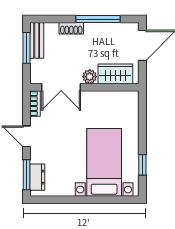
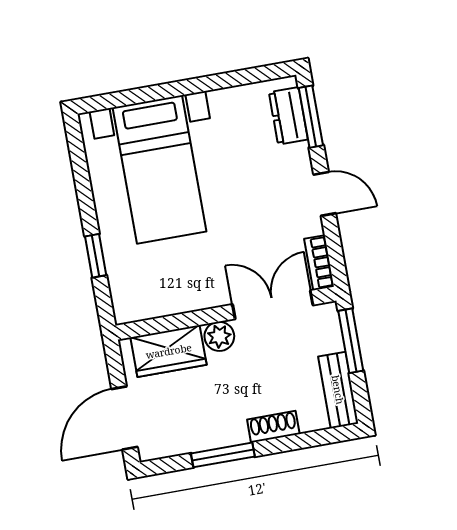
window: (98, 19) -> (223, 455), width x0.69
window: (26, 48) -> (351, 341), moved
window: (142, 165) -> (96, 256), moved

